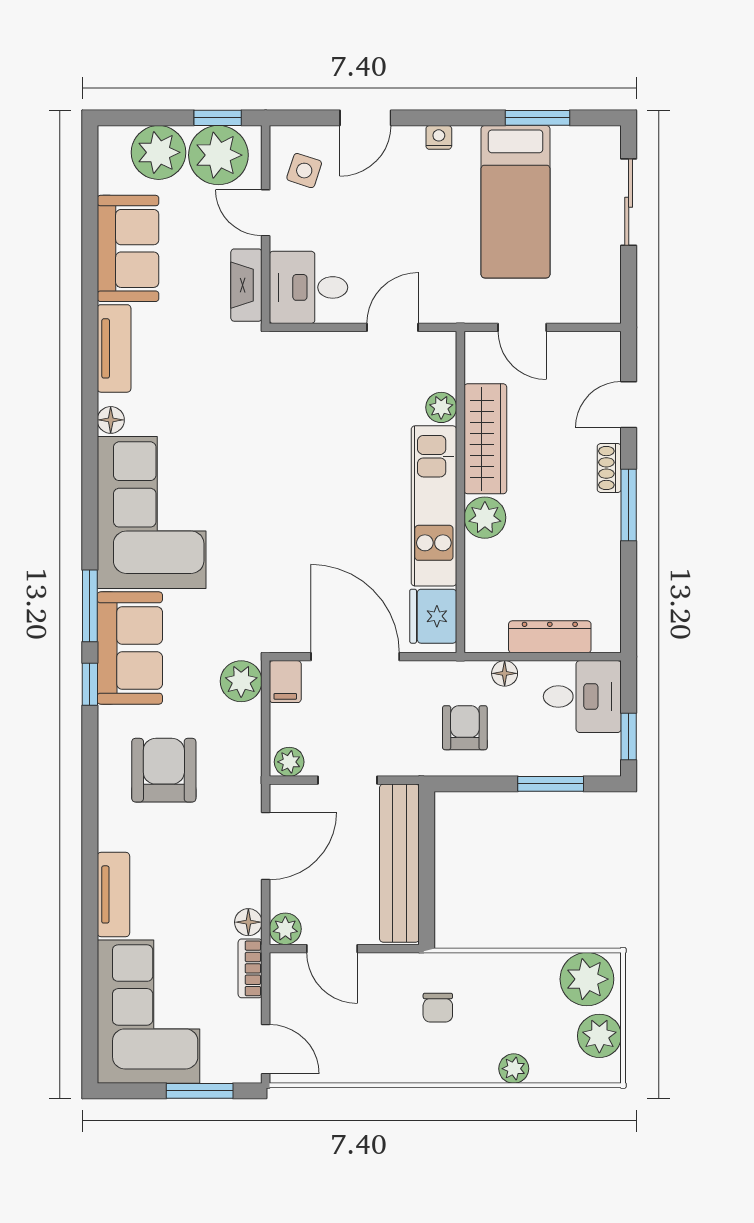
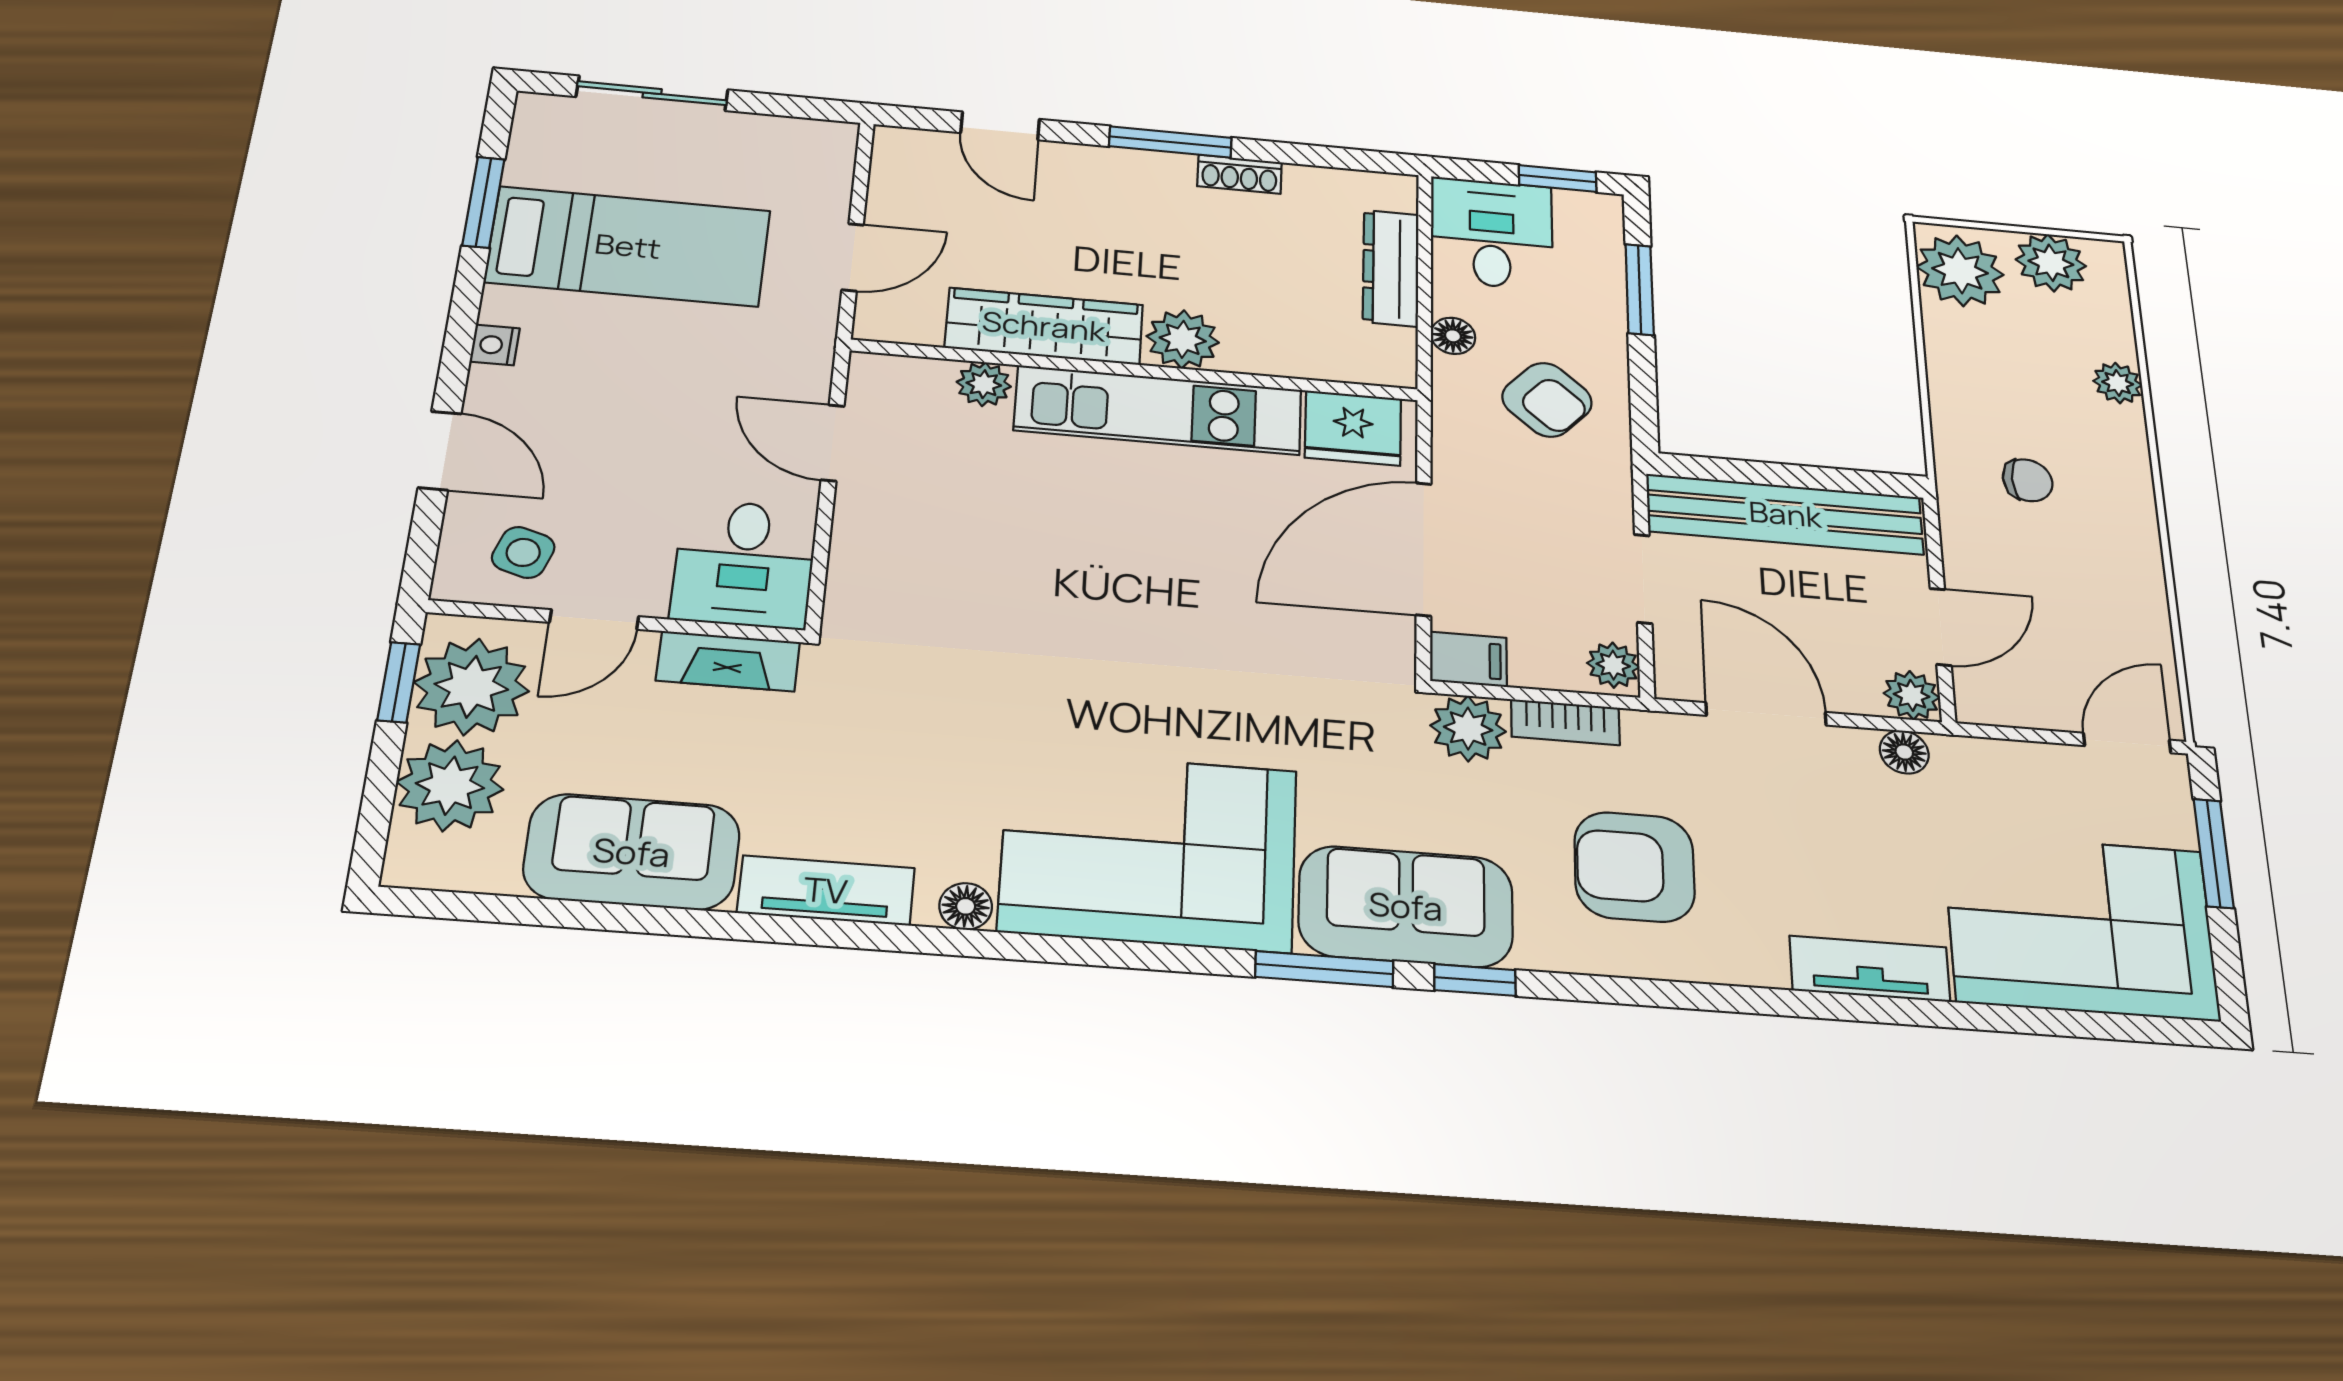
shoe rack: (609, 468) -> (1239, 174), moved
armchair: (465, 728) -> (1547, 400), turned -138
bookcase: (250, 968) -> (1565, 722), moved

